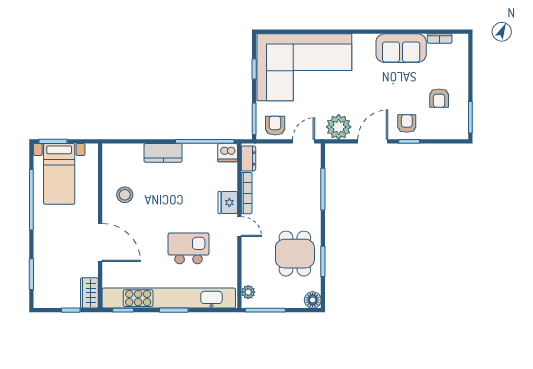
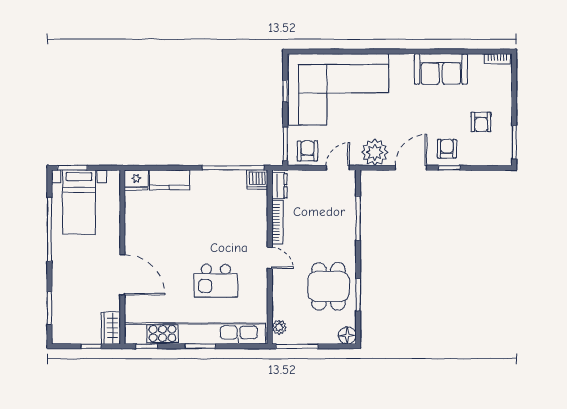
bookcase: (440, 39) -> (497, 59), moved
kitchen counter: (163, 153) -> (169, 180), moved
stool: (125, 195) -> (148, 224), removed
fridge: (228, 203) -> (136, 180), moved, turned -90
kitchen island: (189, 248) -> (216, 281), turned 180

